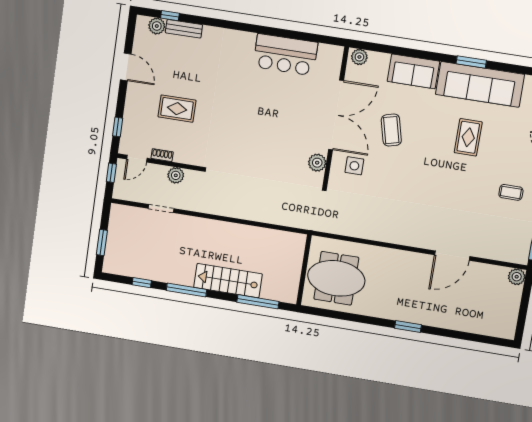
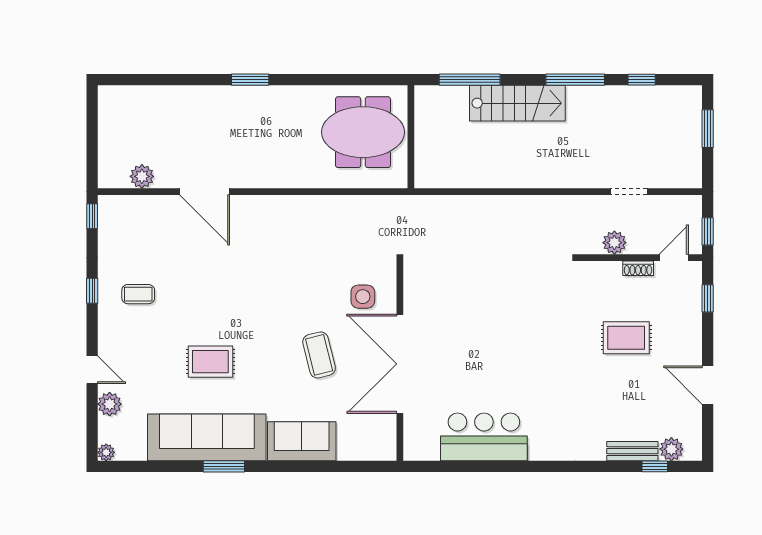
plant: (359, 57) -> (380, 450), removed
rug: (468, 137) -> (210, 362), turned 90
plant: (317, 163) -> (416, 293), removed
door: (452, 256) -> (205, 192), swing flipped
plant: (517, 277) -> (142, 176), moved

